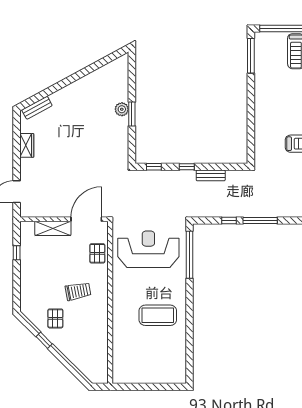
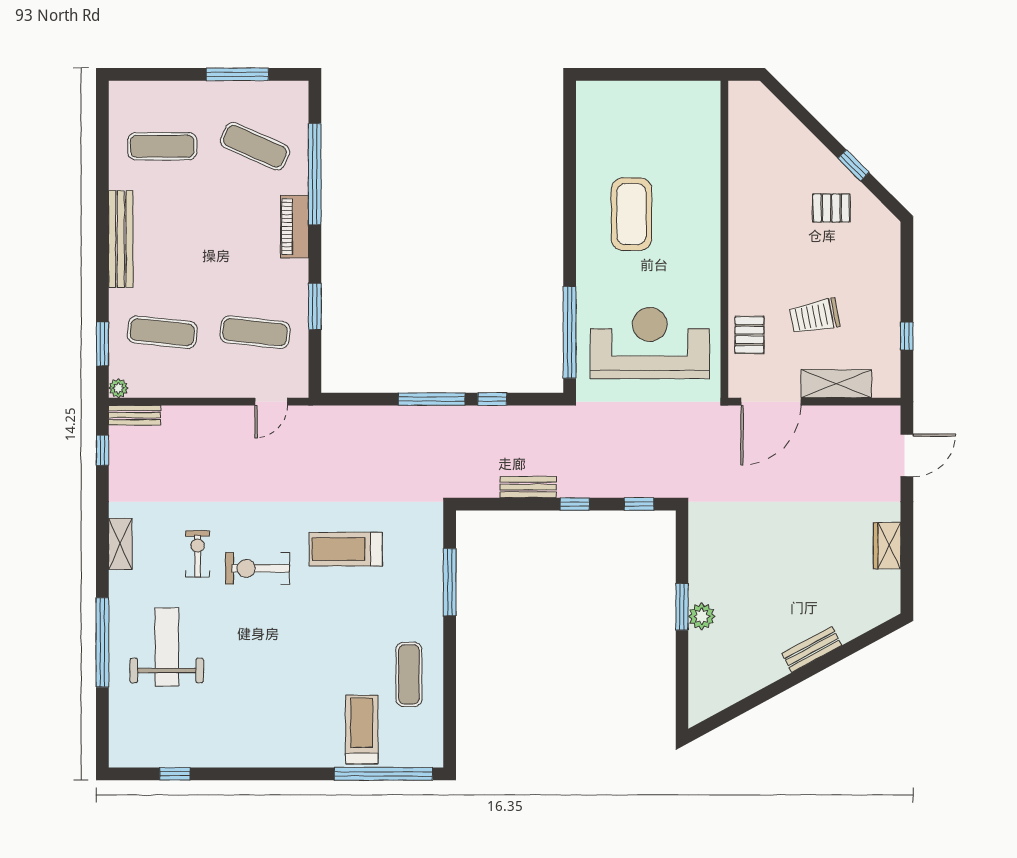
window: (251, 56) -> (450, 582), moved
exercise mat: (272, 79) -> (409, 674), added
bench: (37, 108) -> (812, 649), moved
reception desk: (148, 249) -> (650, 343), turned 180
trolley: (78, 291) -> (815, 316), moved
coffee table: (158, 315) -> (631, 214), turned 90
pallet: (55, 318) -> (831, 208), turned 90

